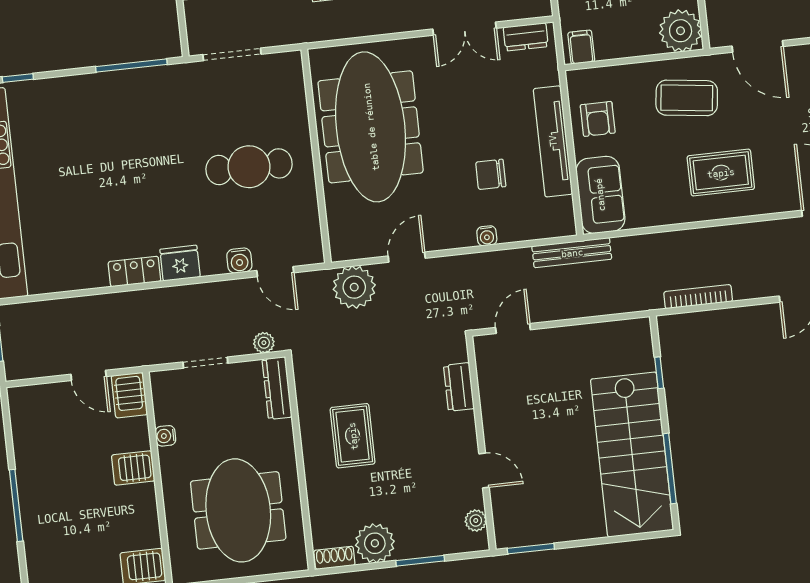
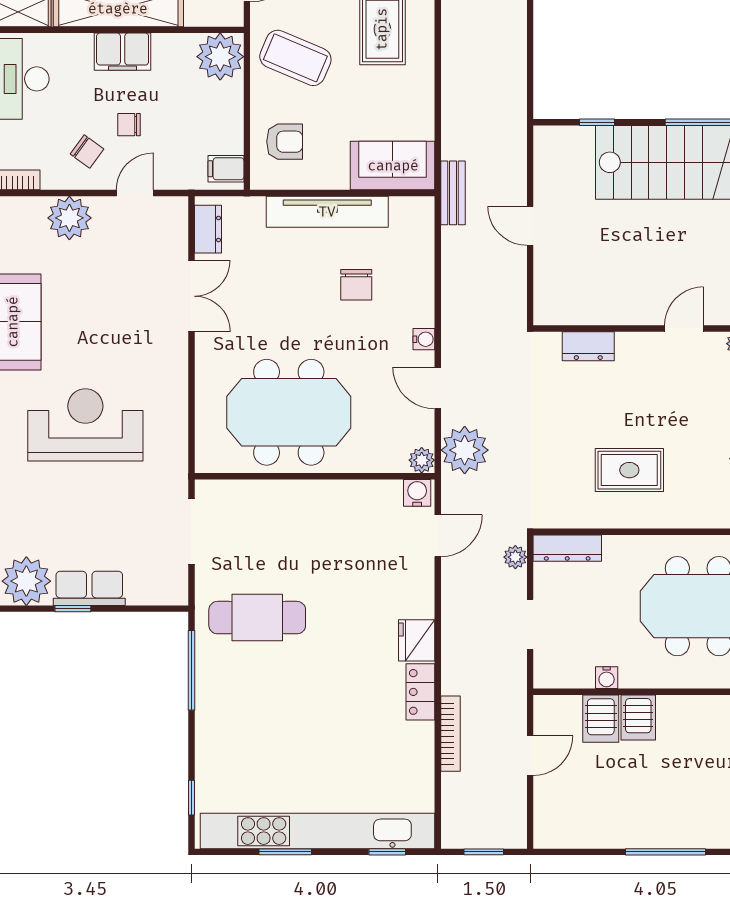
doorway: (232, 54) -> (191, 531), moved
coffee table: (687, 98) -> (295, 58), turned -74
armchair: (598, 119) -> (285, 142), moved
meeting table: (371, 127) -> (289, 412), width x0.73
cafe table: (249, 167) -> (257, 618), moved, turned 90
water cooler: (487, 236) -> (424, 339), moved
plant: (341, 250) -> (422, 460), added
bench: (572, 253) -> (453, 193), width x0.73
water cooler: (239, 261) -> (417, 493), moved, turned -90
bookcase: (698, 297) -> (450, 734), moved, turned 180
door: (513, 329) -> (530, 226), moved
server rack: (129, 395) -> (601, 719), moved, turned 90

